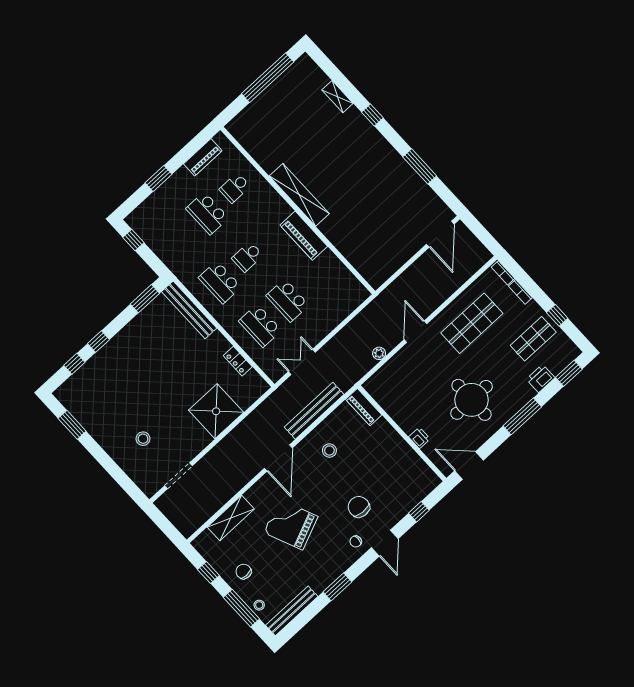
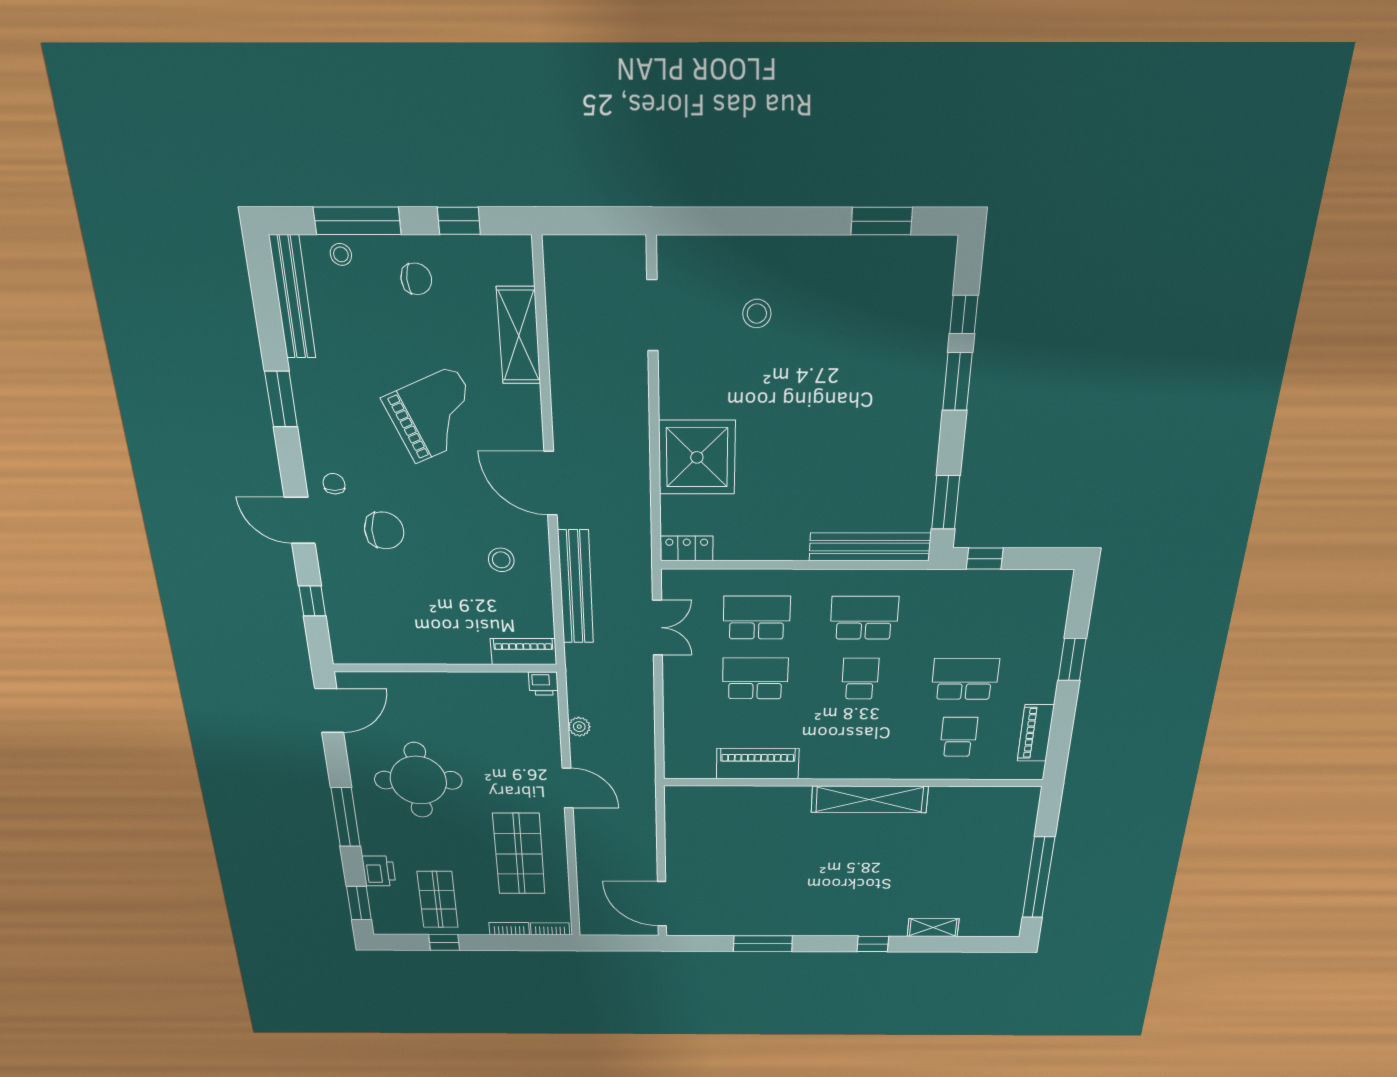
piano: (304, 236) -> (758, 764), moved
window: (133, 240) -> (985, 559), moved
window: (98, 342) -> (957, 382), width x1.50
locker: (238, 361) -> (687, 548), moved
printer: (419, 438) -> (543, 684), moved

